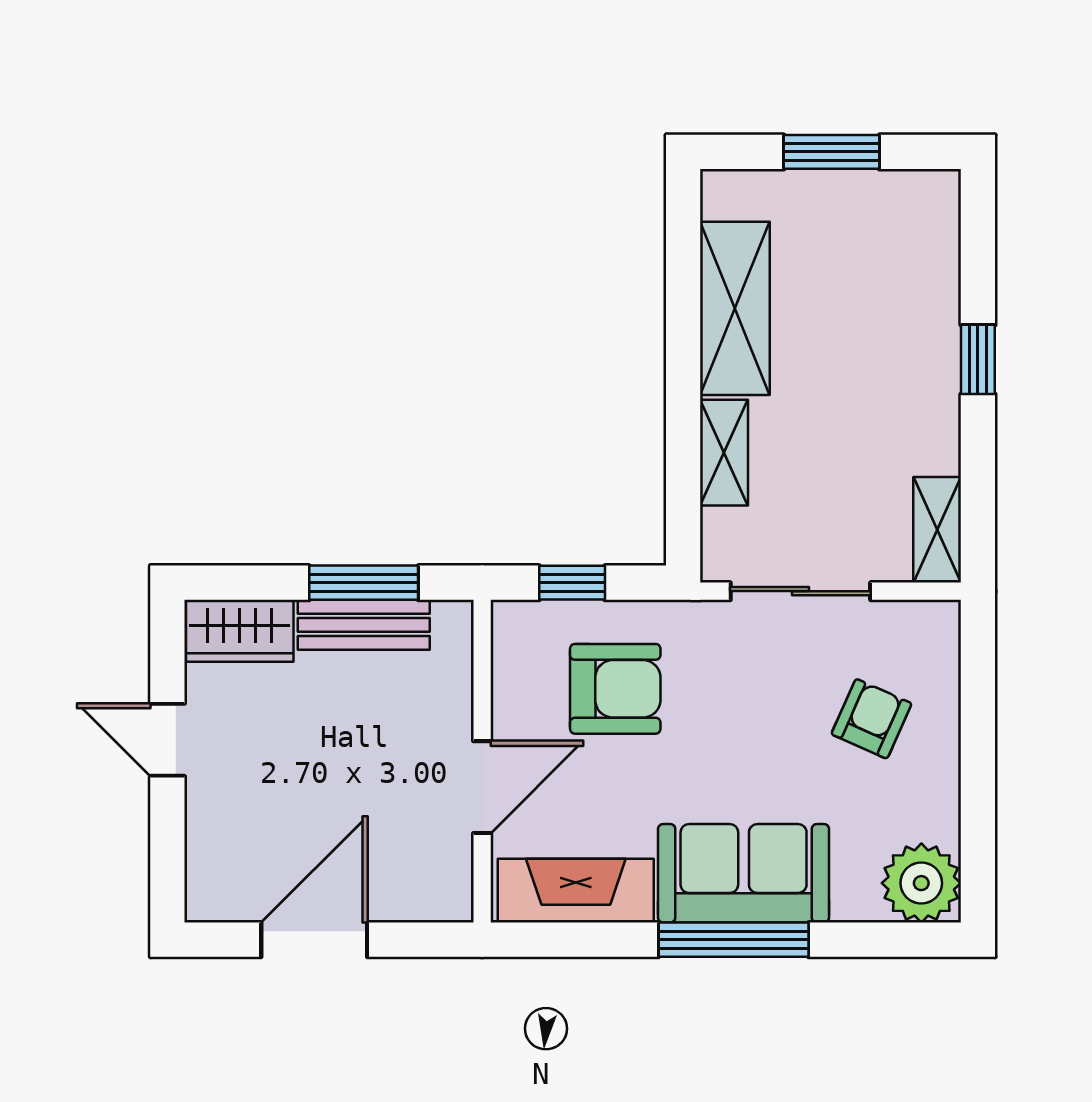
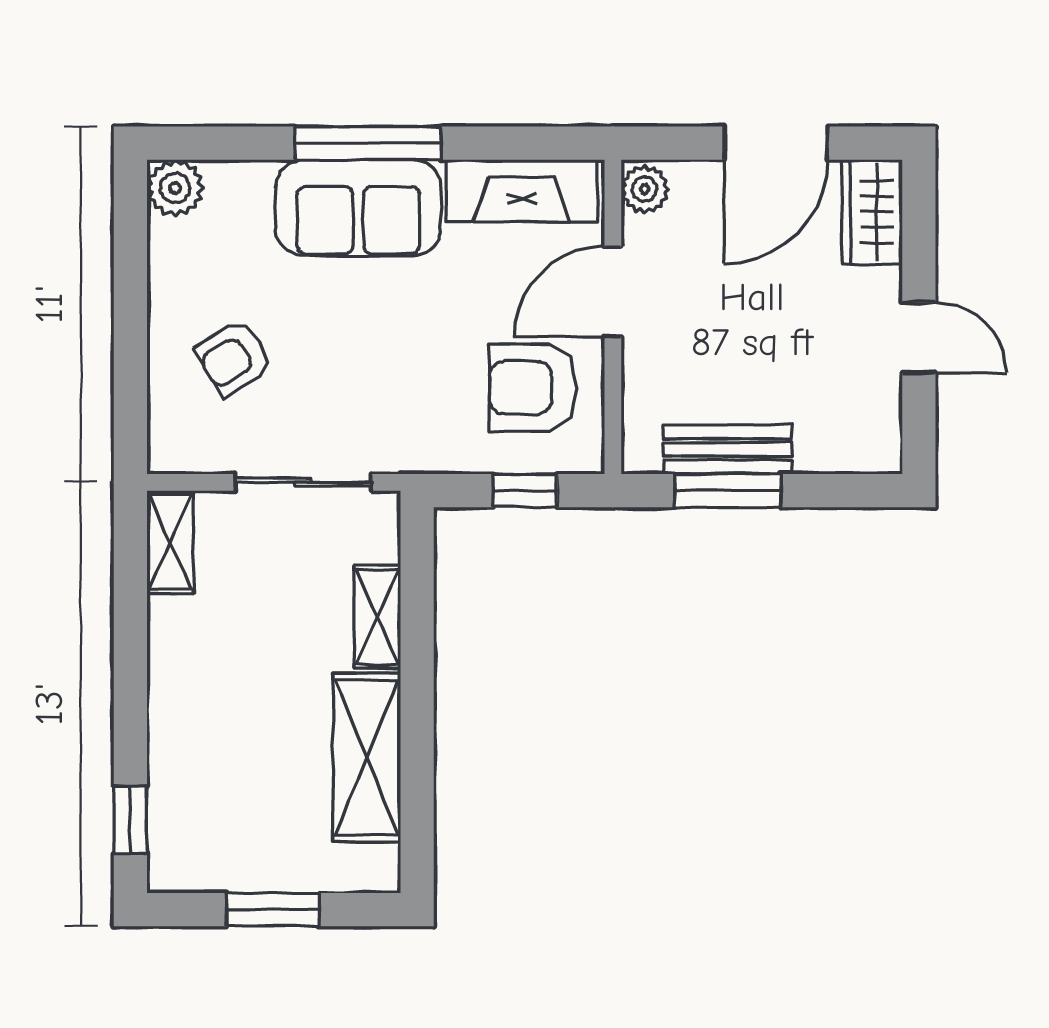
window: (978, 359) -> (130, 820), moved
wardrobe: (240, 631) -> (872, 212), moved, turned -90
armchair: (615, 689) -> (533, 388), moved
armchair: (871, 719) -> (234, 358), turned 34
plant: (921, 883) -> (175, 188), width x0.73, depth x0.73
plant: (449, 892) -> (645, 189), added

